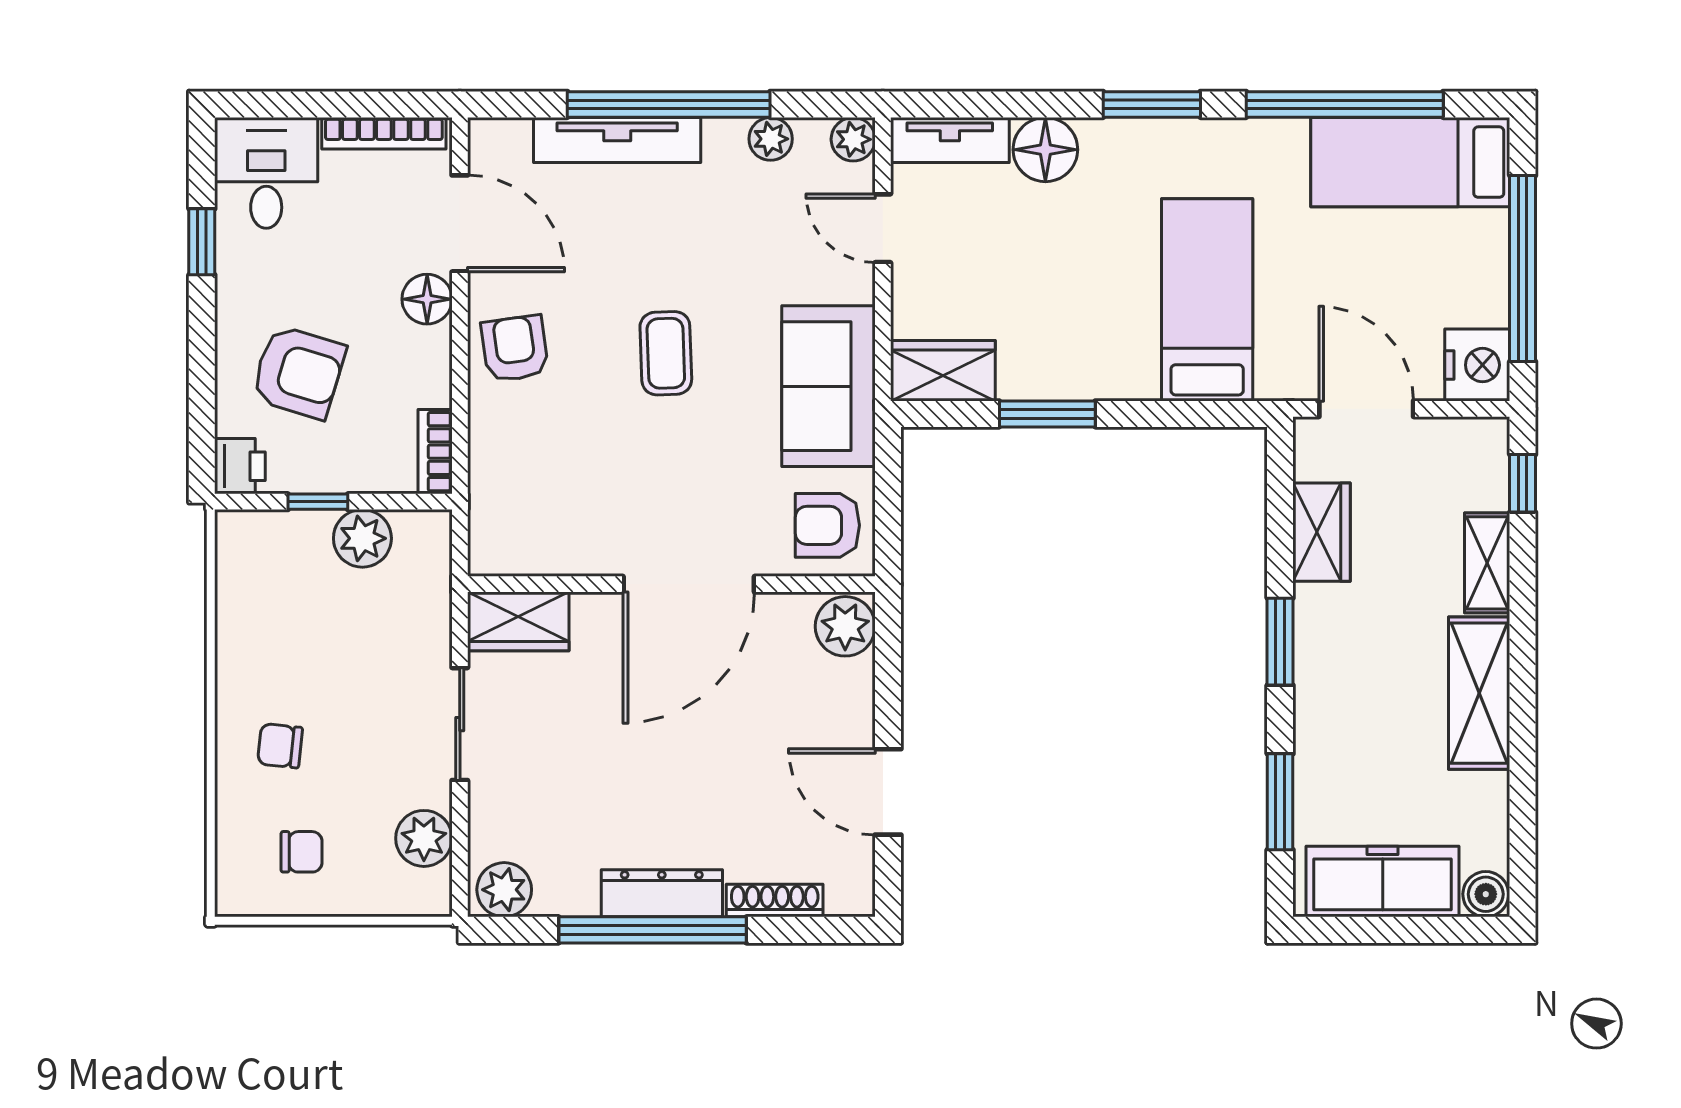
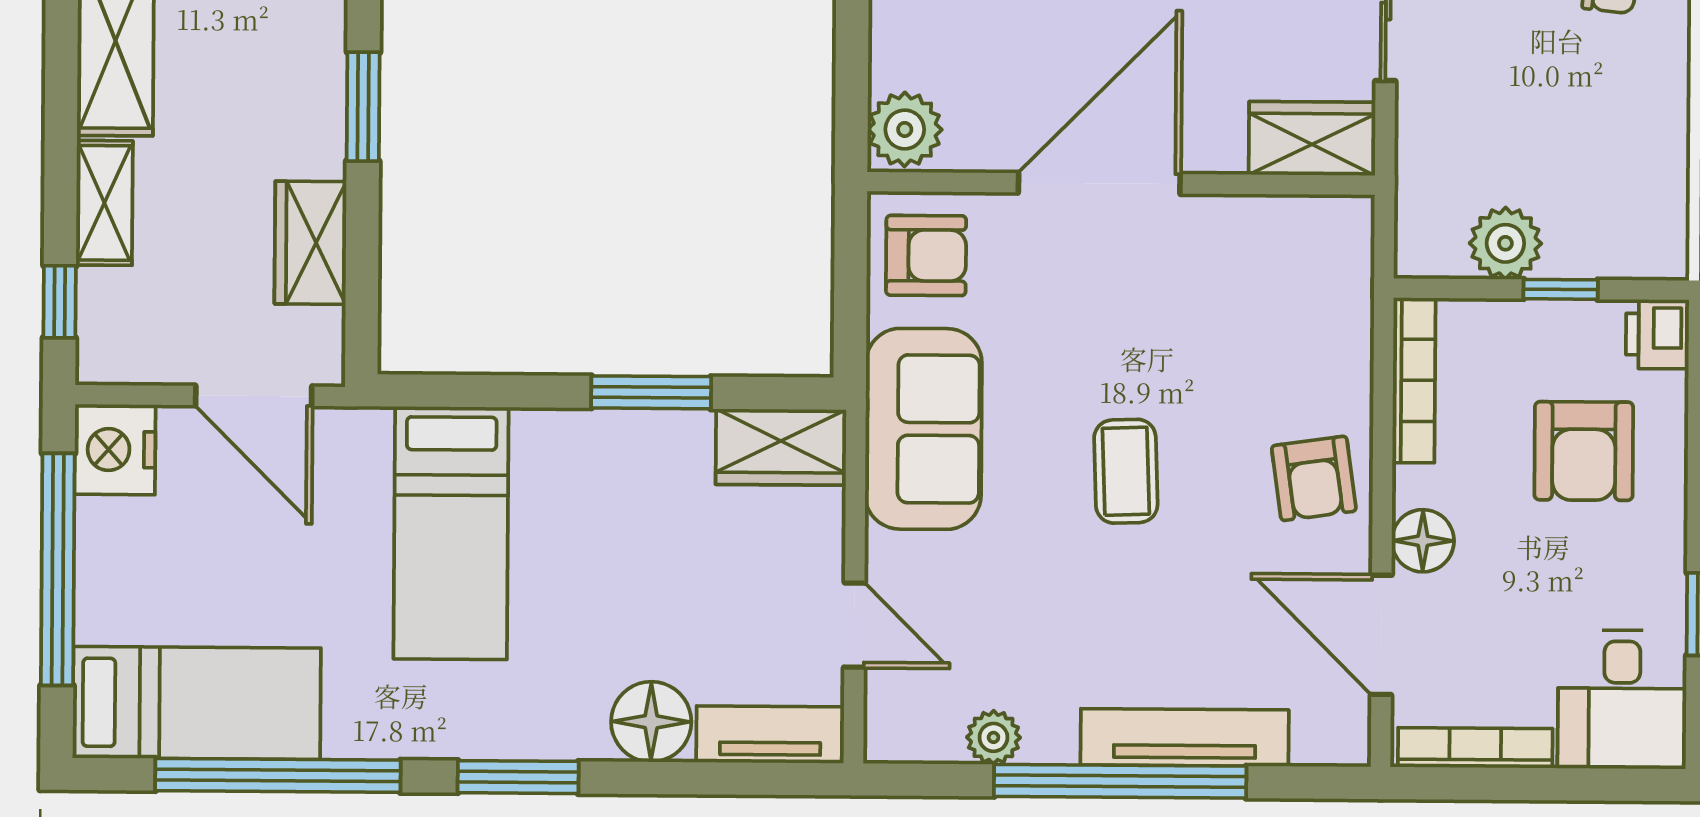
plant: (853, 139) -> (891, 736), removed
armchair: (298, 372) -> (1584, 451), turned -107
bookcase: (435, 452) -> (1414, 380), width x1.56

